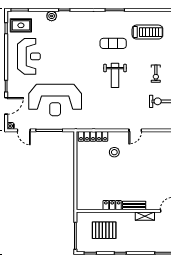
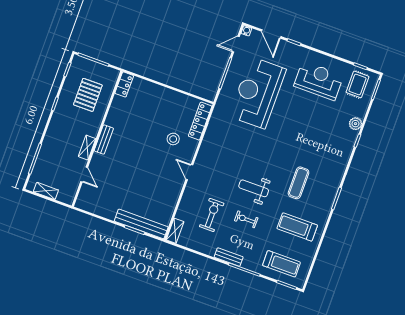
treadmill: (147, 32) -> (297, 227), turned 90
reception desk: (29, 56) -> (319, 81), turned 180
weight bench: (115, 75) -> (254, 188), moved
locker: (112, 205) -> (124, 84), moved

